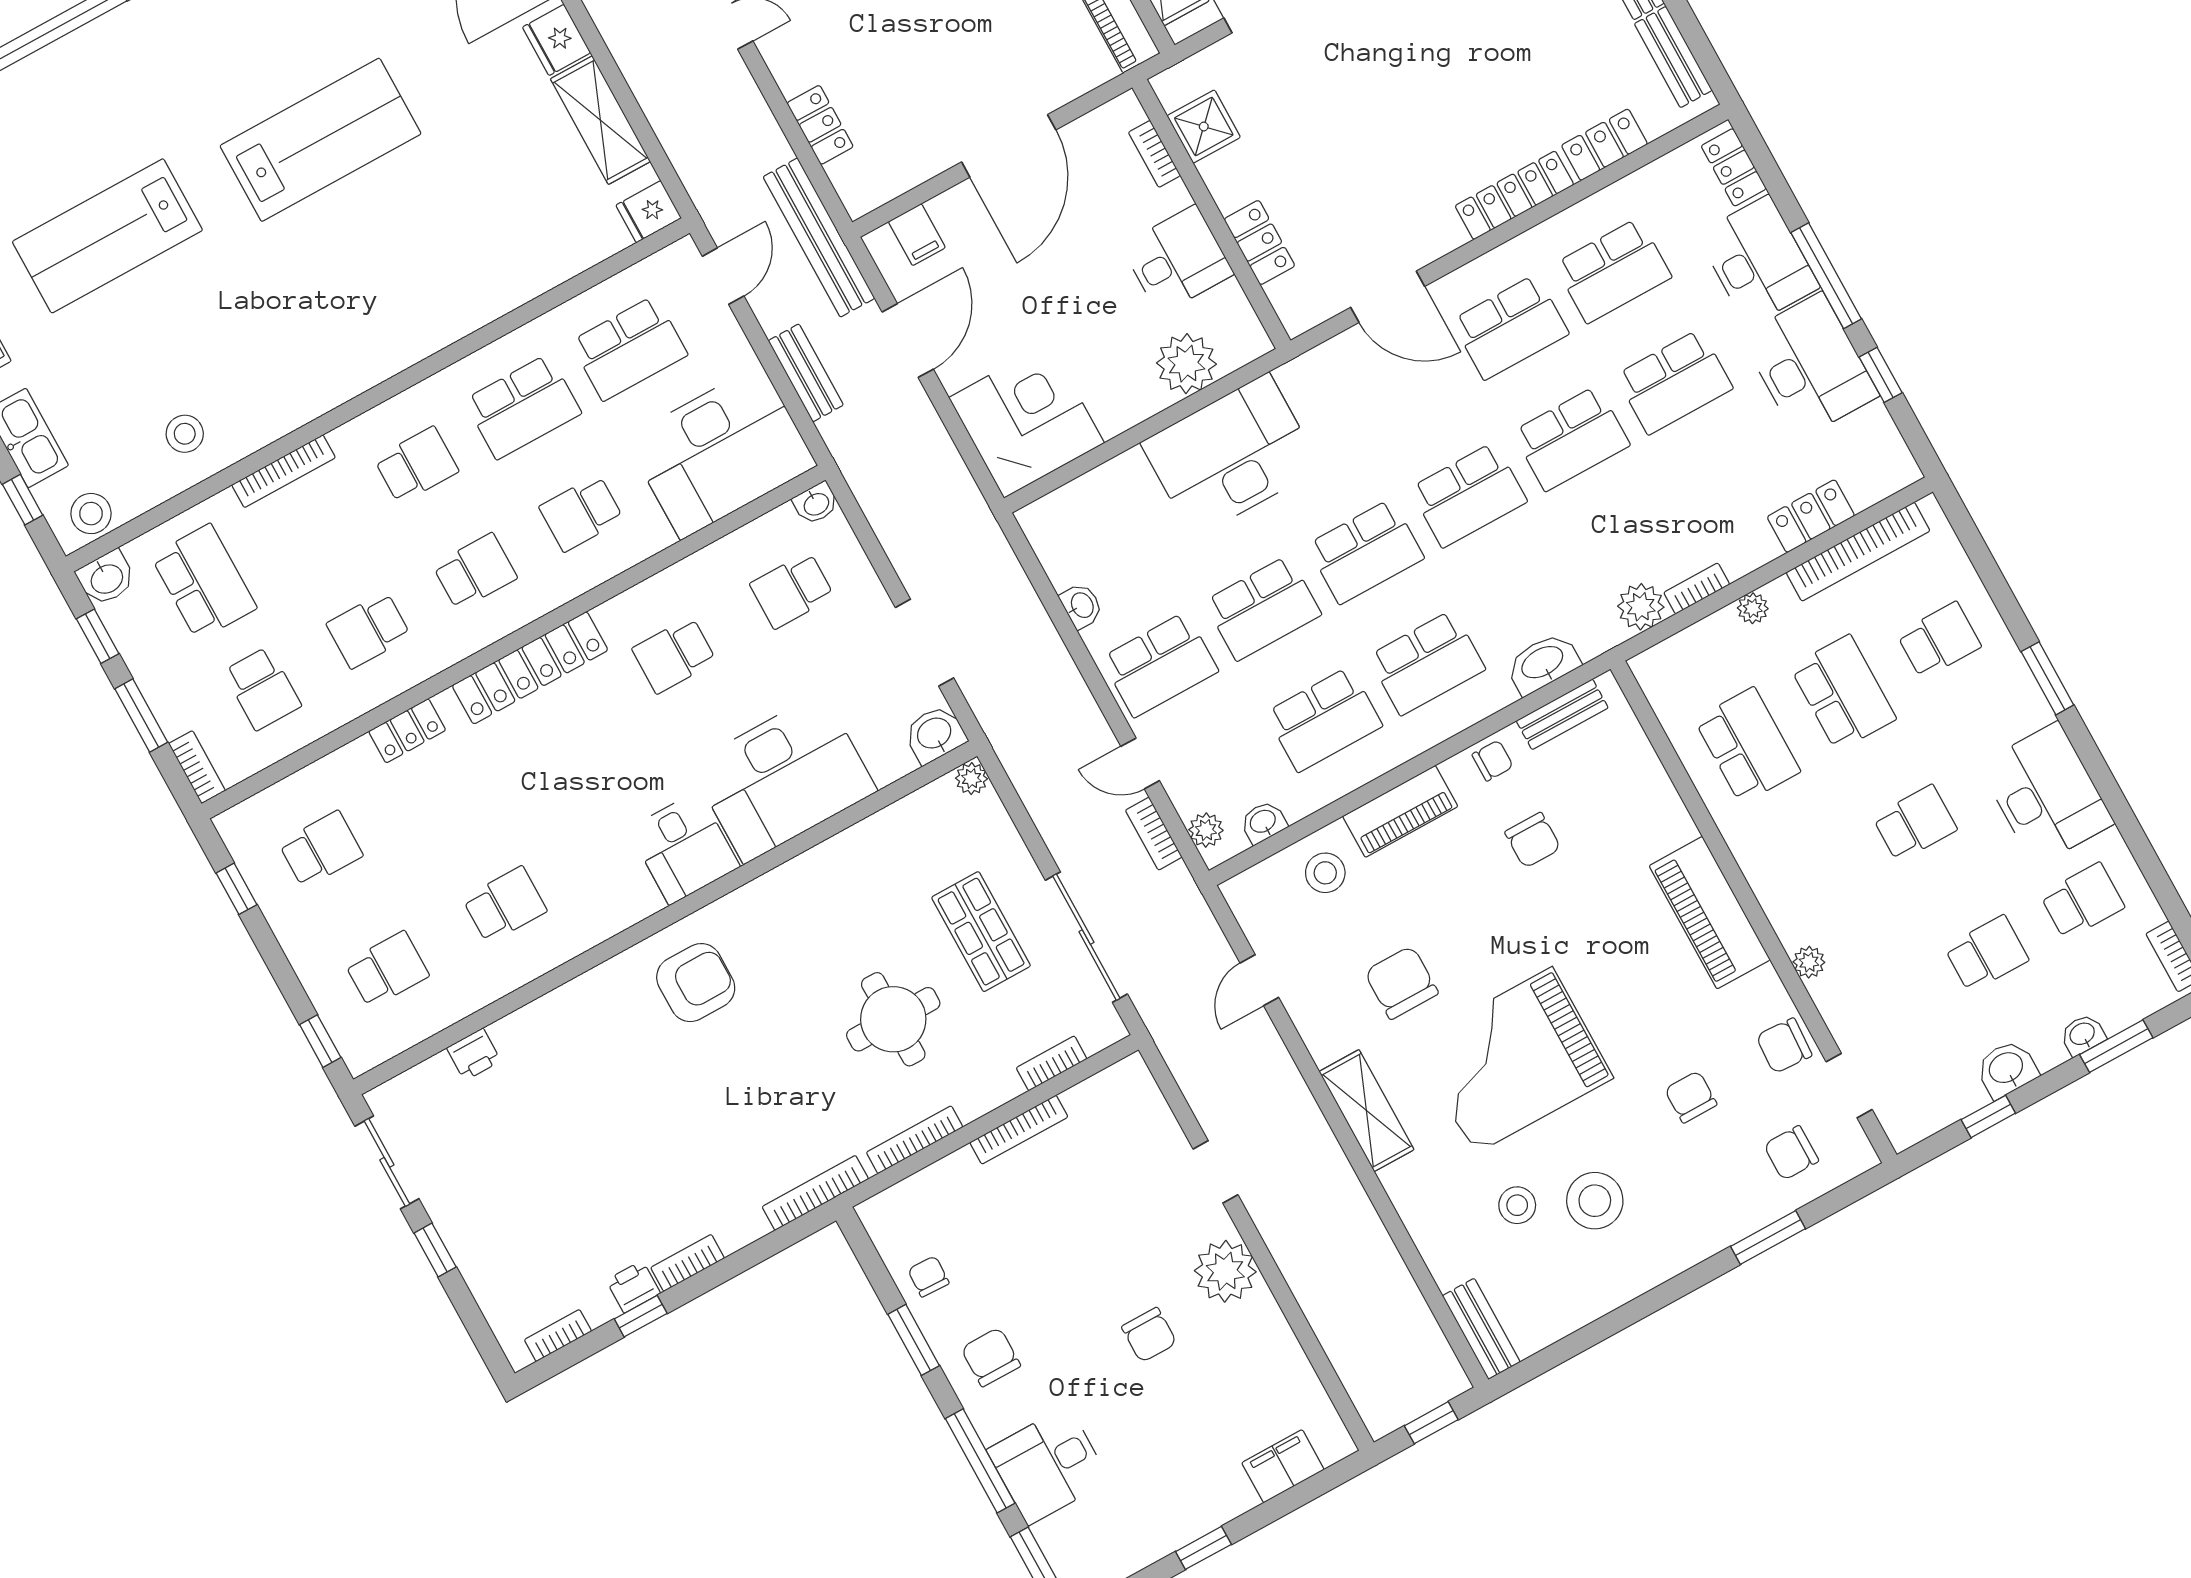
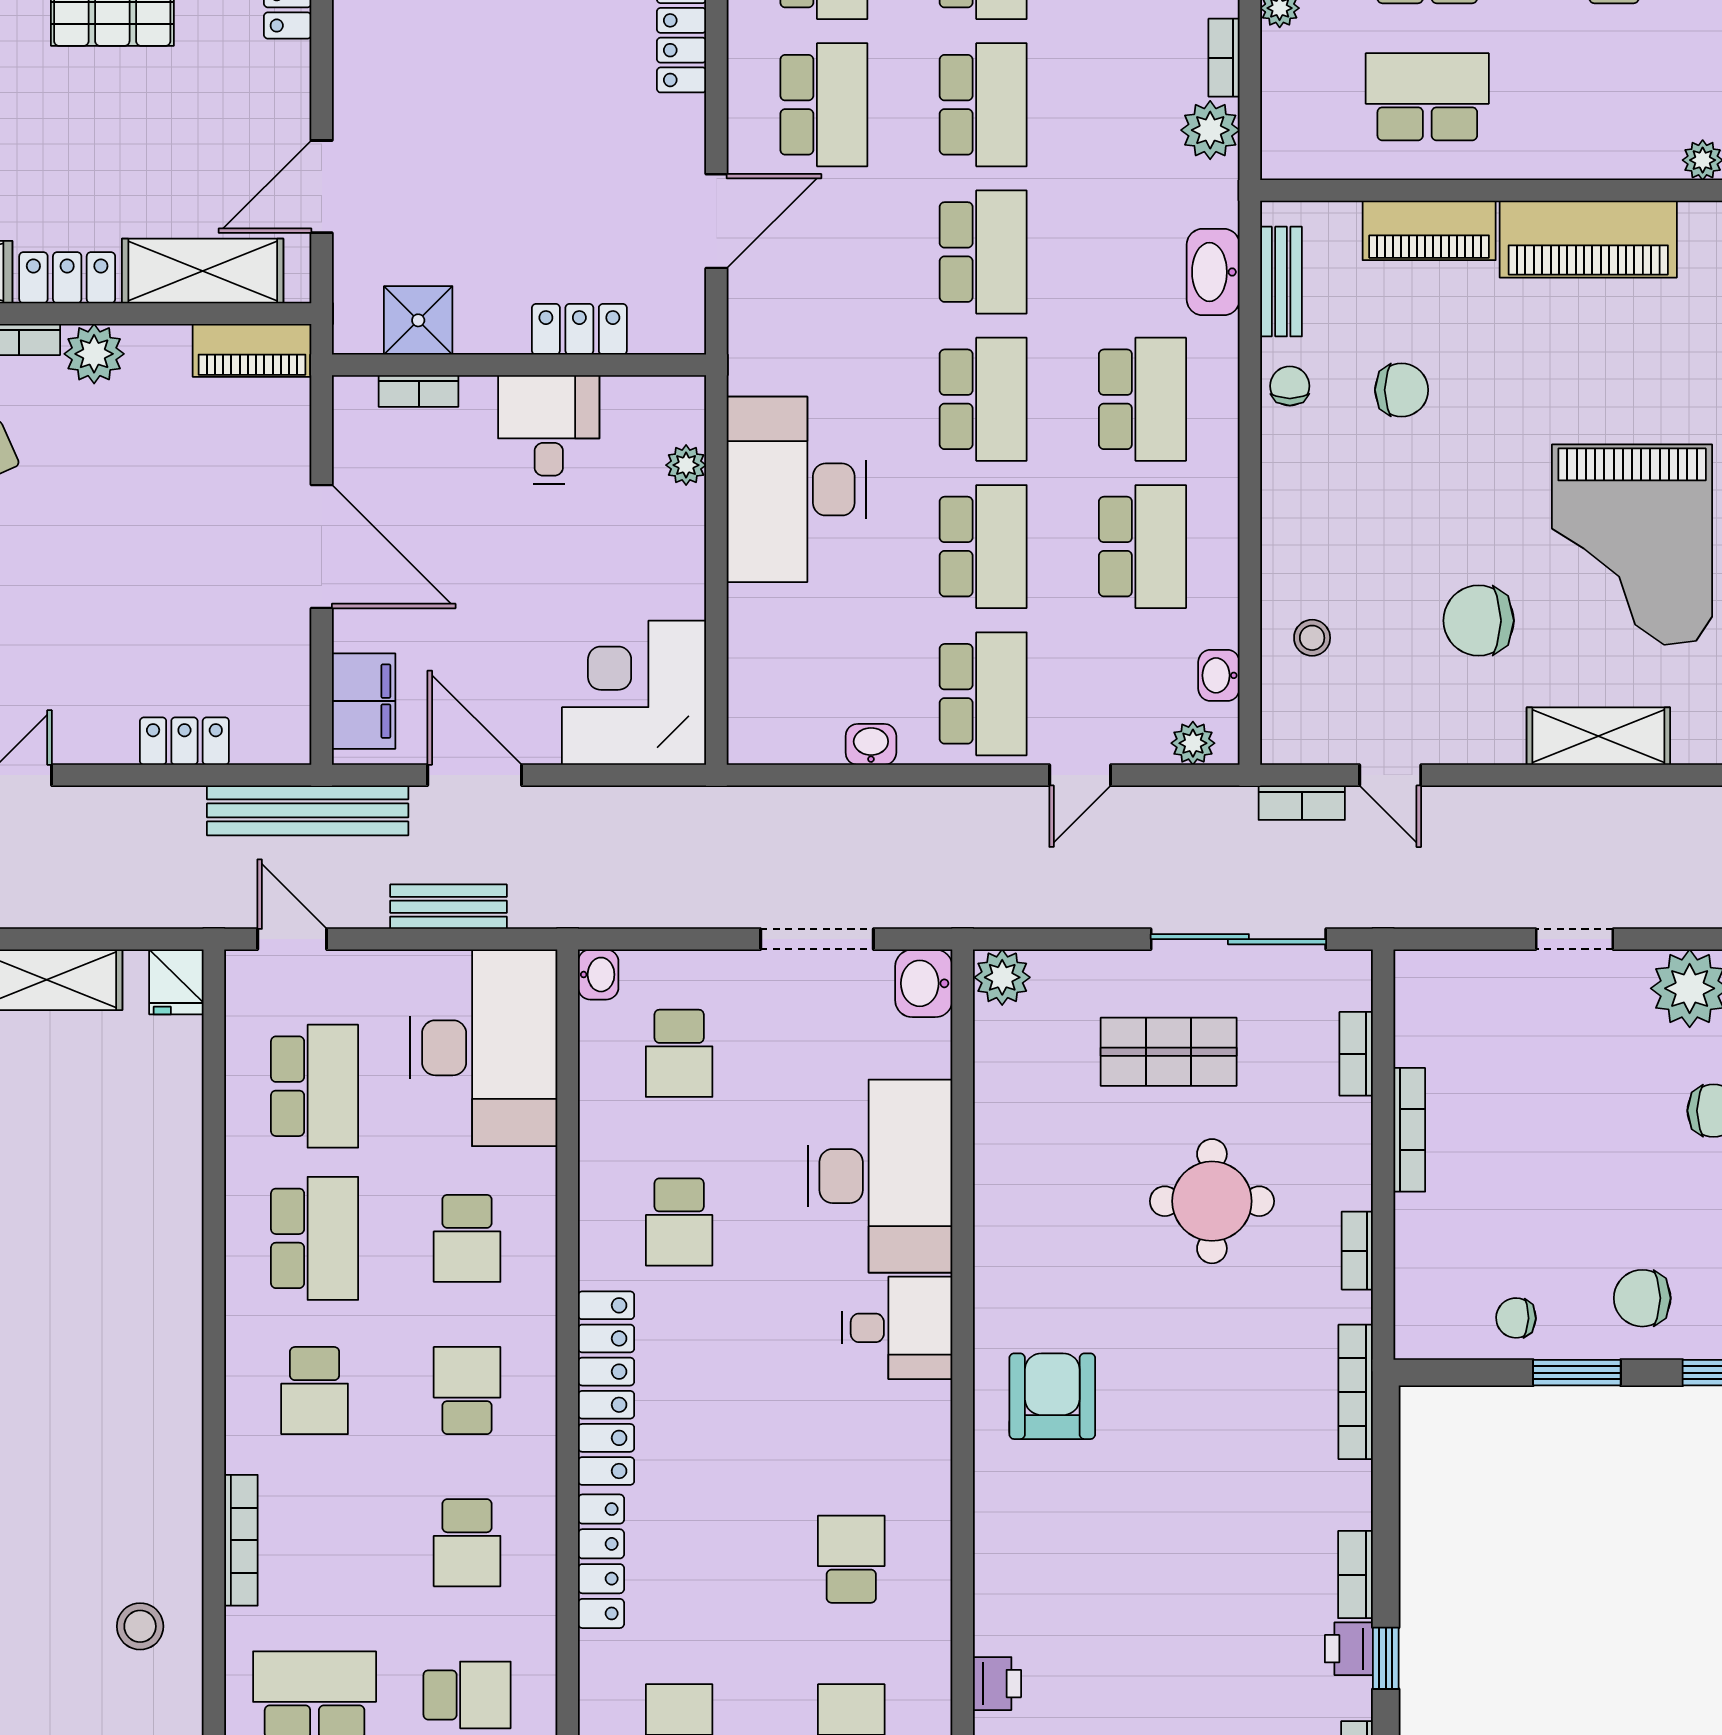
filing cabinet: (917, 235) -> (364, 701), width x2.00
plant: (1186, 364) -> (686, 465), width x0.53, depth x0.53
school desk: (416, 465) -> (315, 1391), turned 180
locker: (407, 731) -> (601, 1561), width x1.53
plant: (971, 779) -> (1002, 977), width x1.38, depth x1.38
piano: (1400, 811) -> (1429, 230), moved, turned 90
bookcase: (1154, 834) -> (1302, 803), moved
stool: (1325, 873) -> (1312, 638), width x0.73, depth x0.73
bookcase: (915, 1140) -> (1357, 1251), width x0.64

